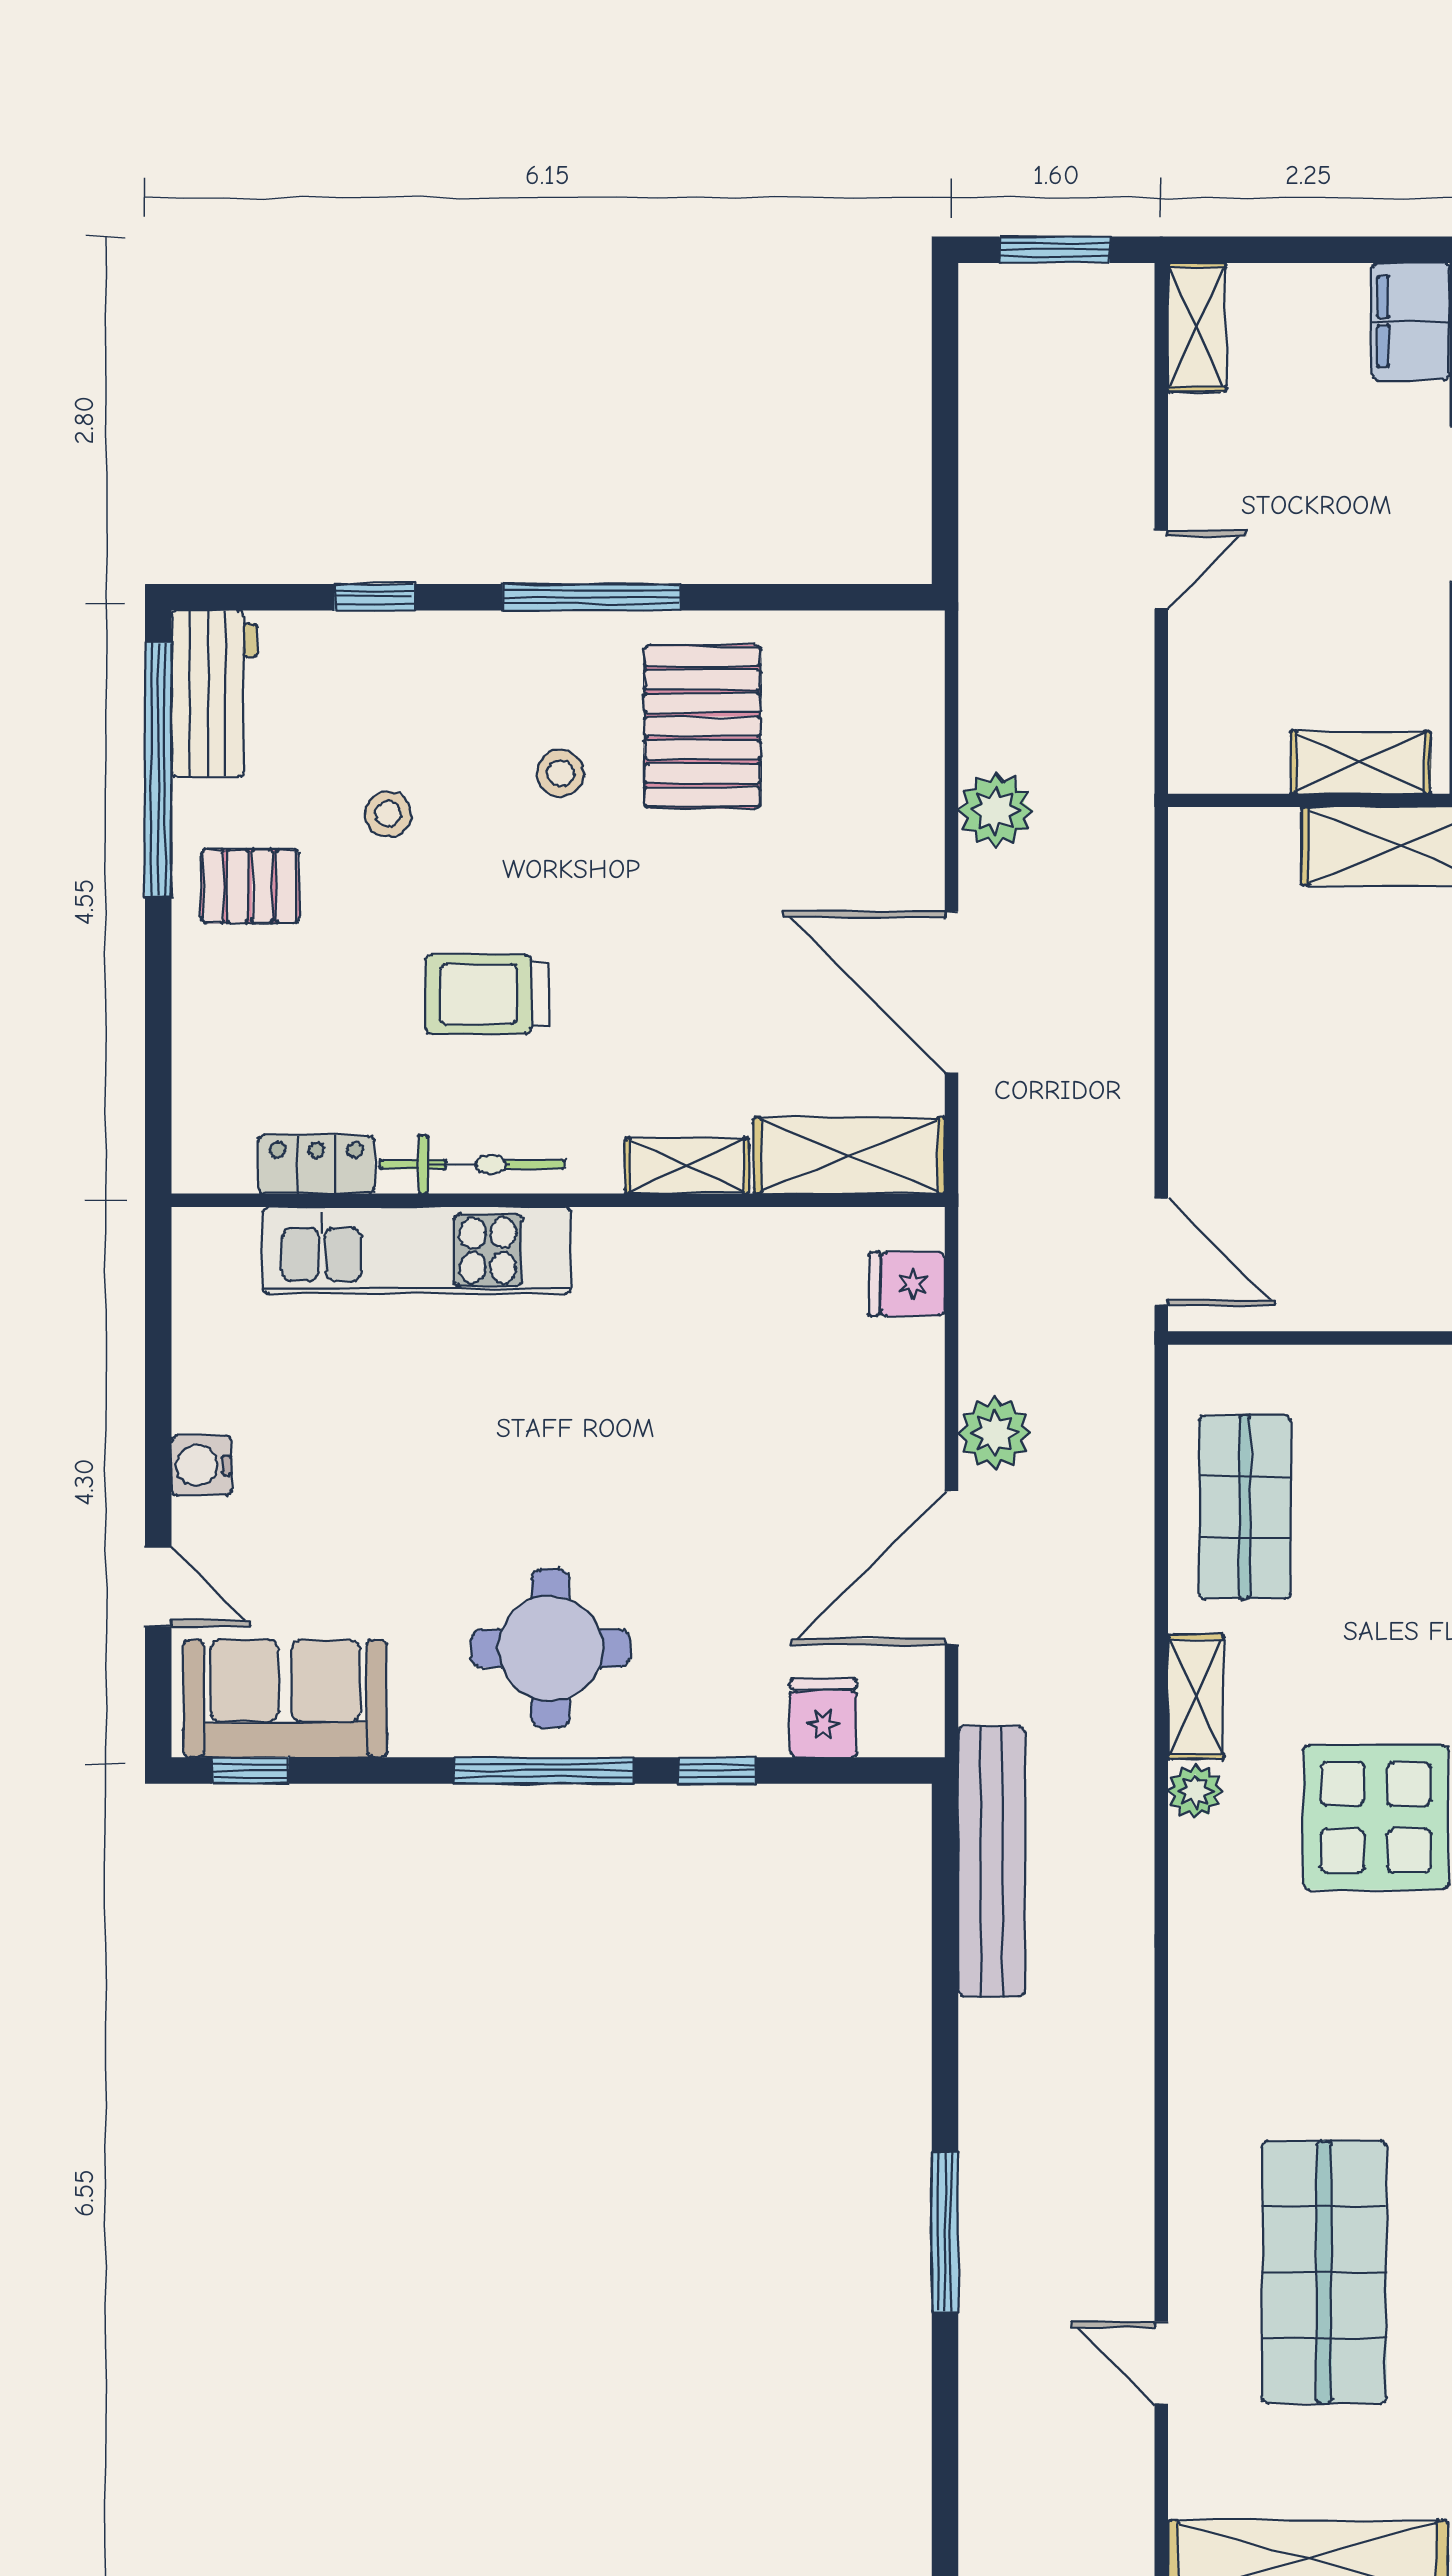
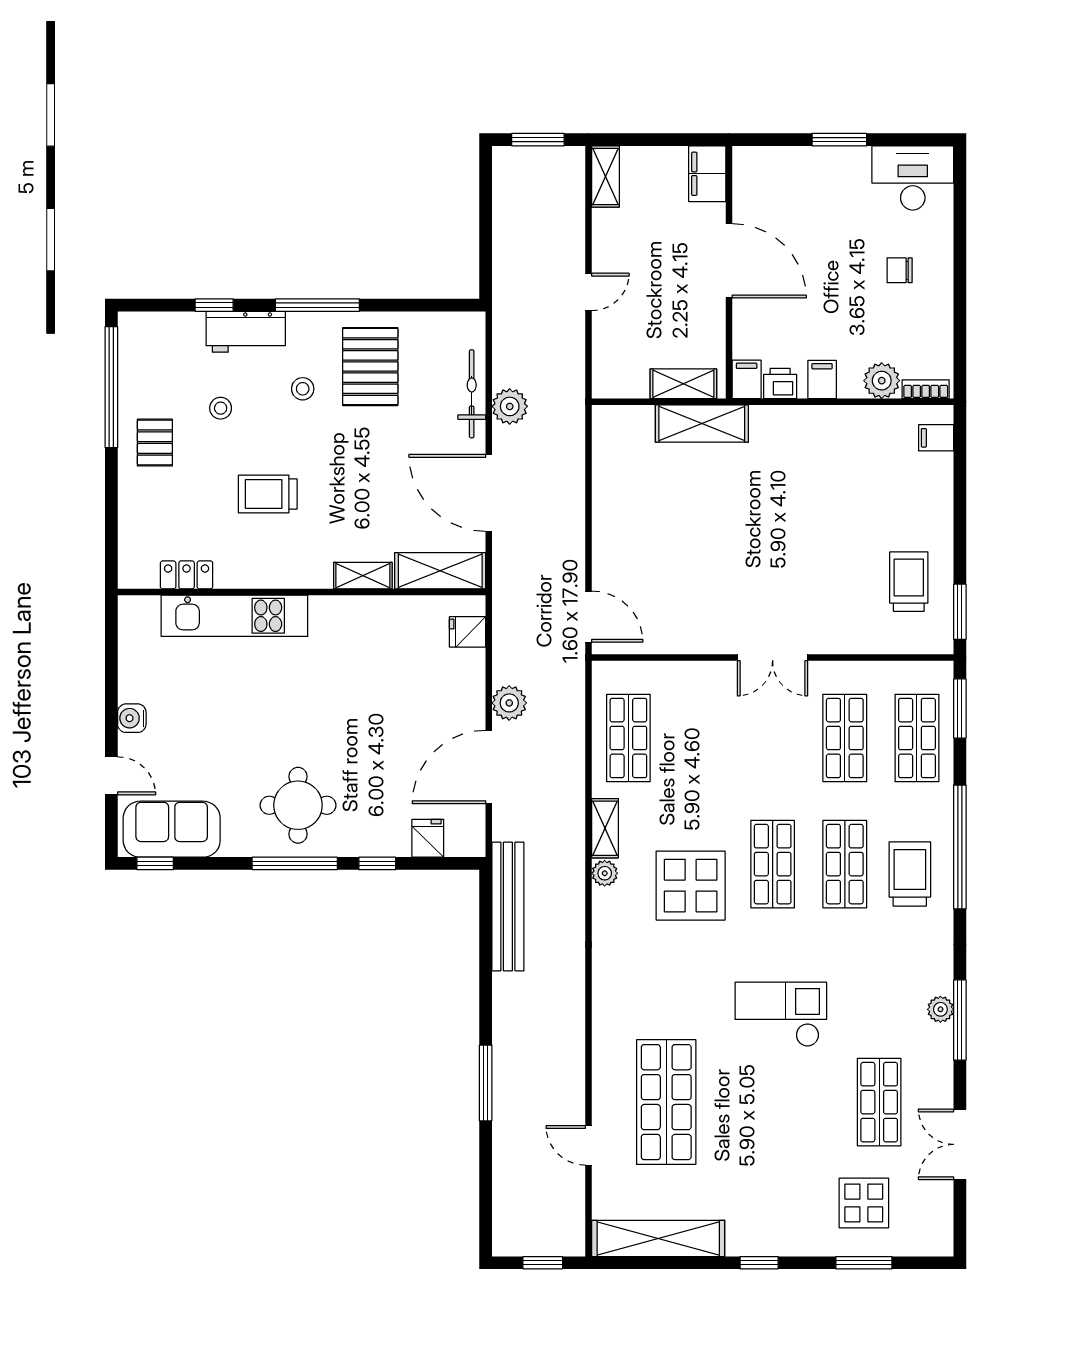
workbench: (214, 694) -> (246, 332), moved, turned 90
pallet: (250, 886) -> (155, 443), turned 90
bicycle: (472, 1164) -> (472, 394), moved, turned -90

